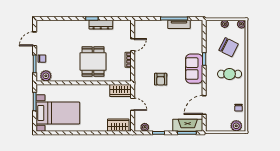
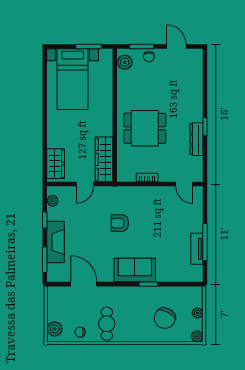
door: (133, 45) -> (184, 184), moved
cafe table: (230, 74) -> (107, 324), moved
wardrobe: (121, 91) -> (104, 159), width x1.50
fireplace: (188, 125) -> (55, 242), moved

